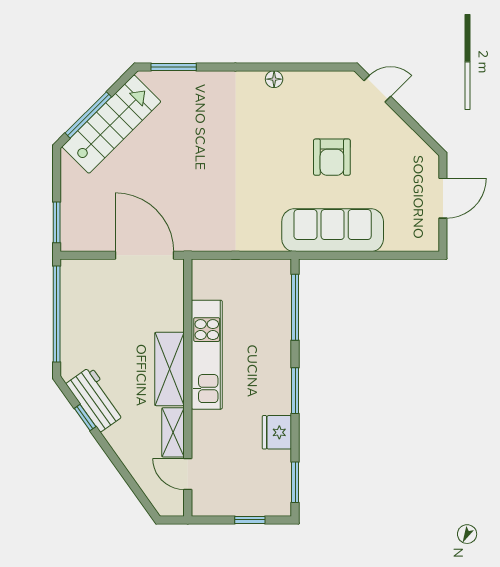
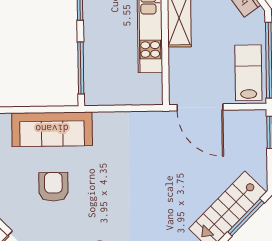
lab bench: (83, 298) -> (248, 73), added

